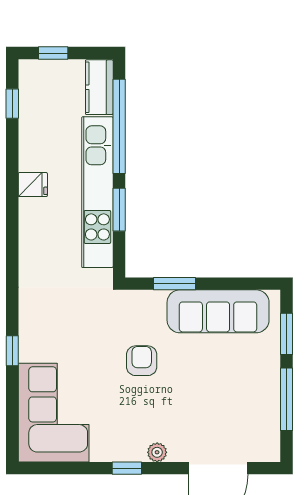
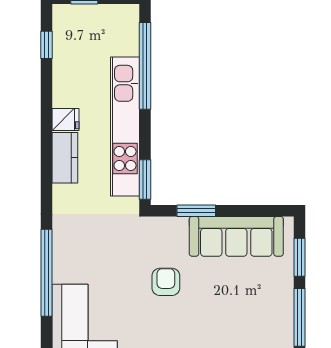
kitchen counter: (99, 87) -> (65, 158), moved, turned 180
window: (119, 210) -> (145, 180), moved
window: (12, 351) -> (47, 273), width x3.17

